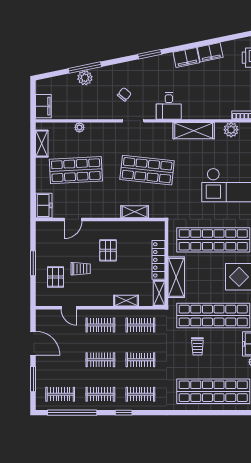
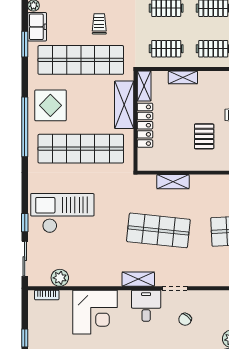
corner desk: (201, 100) -> (95, 312), added
desk: (169, 106) -> (146, 306), moved
shelving: (194, 131) -> (138, 279), moved, width x0.67, depth x0.75

